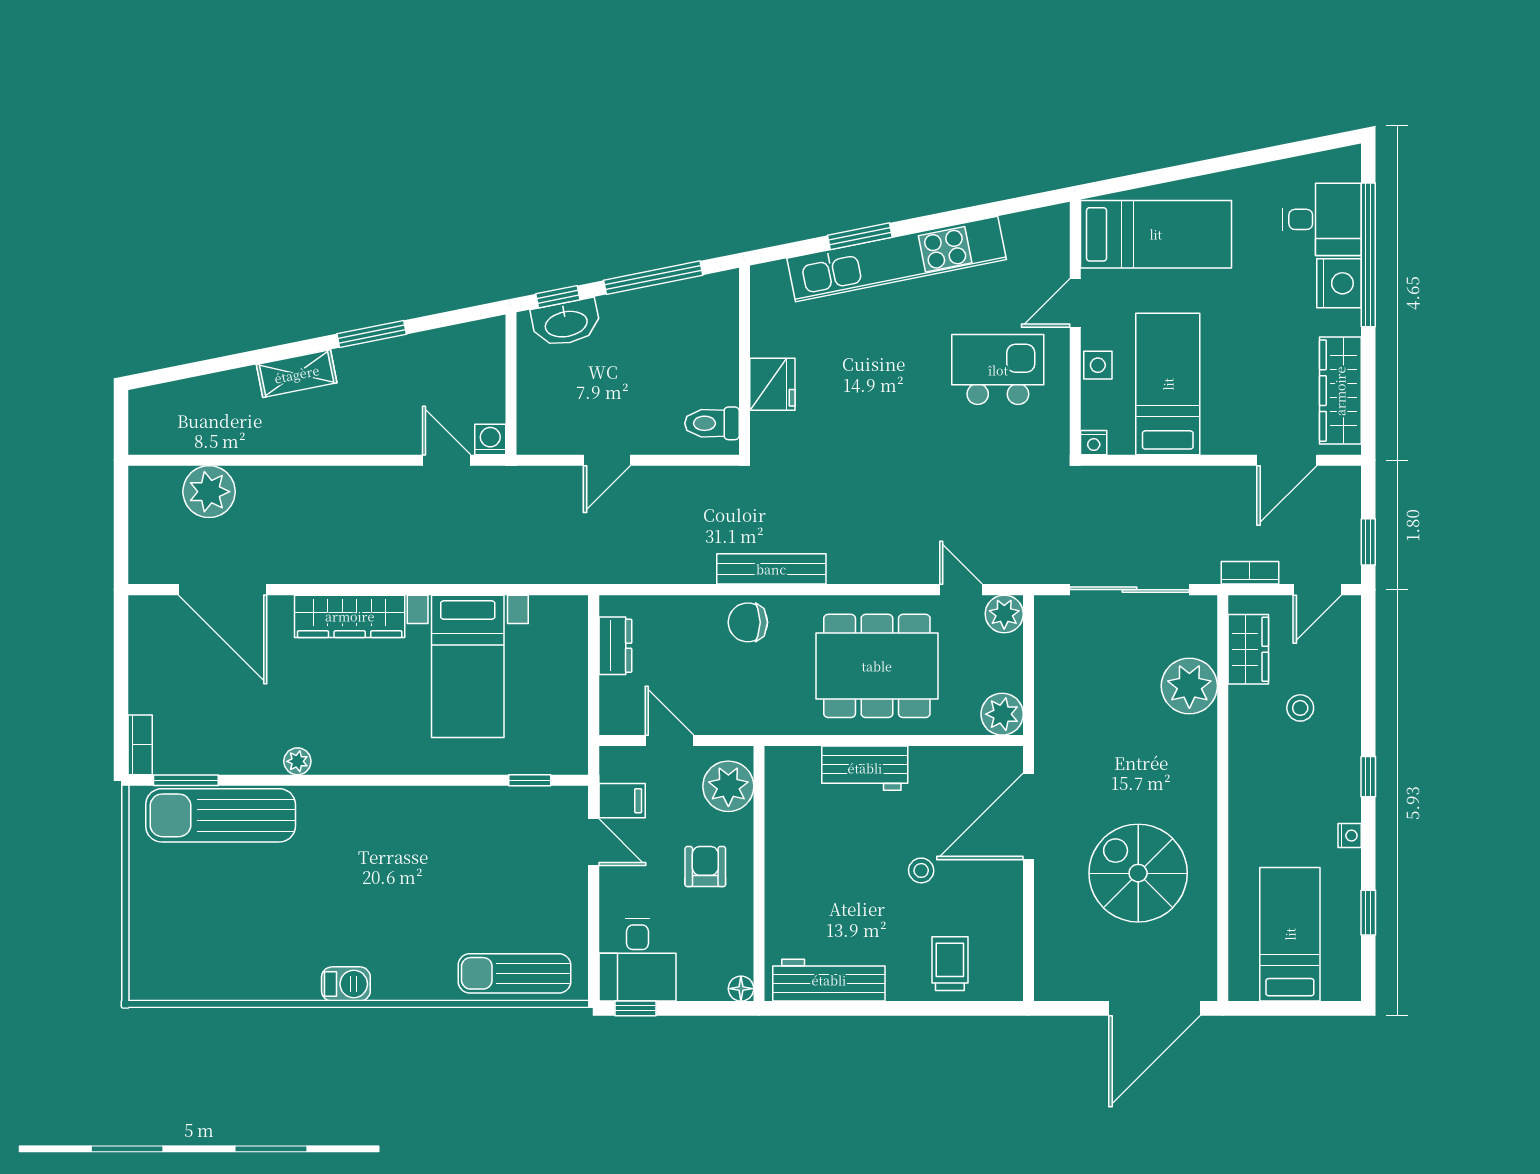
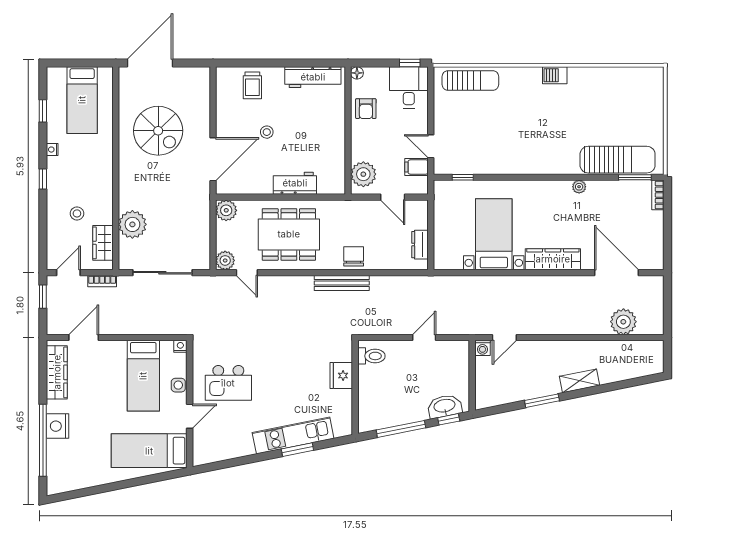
desk: (1322, 219) -> (66, 458), removed
kitchen unit: (897, 259) -> (293, 435), width x0.73
door: (447, 460) -> (504, 337), hinge flipped
chair: (748, 622) -> (354, 256), turned -90
armchair: (705, 867) -> (366, 109), moved

